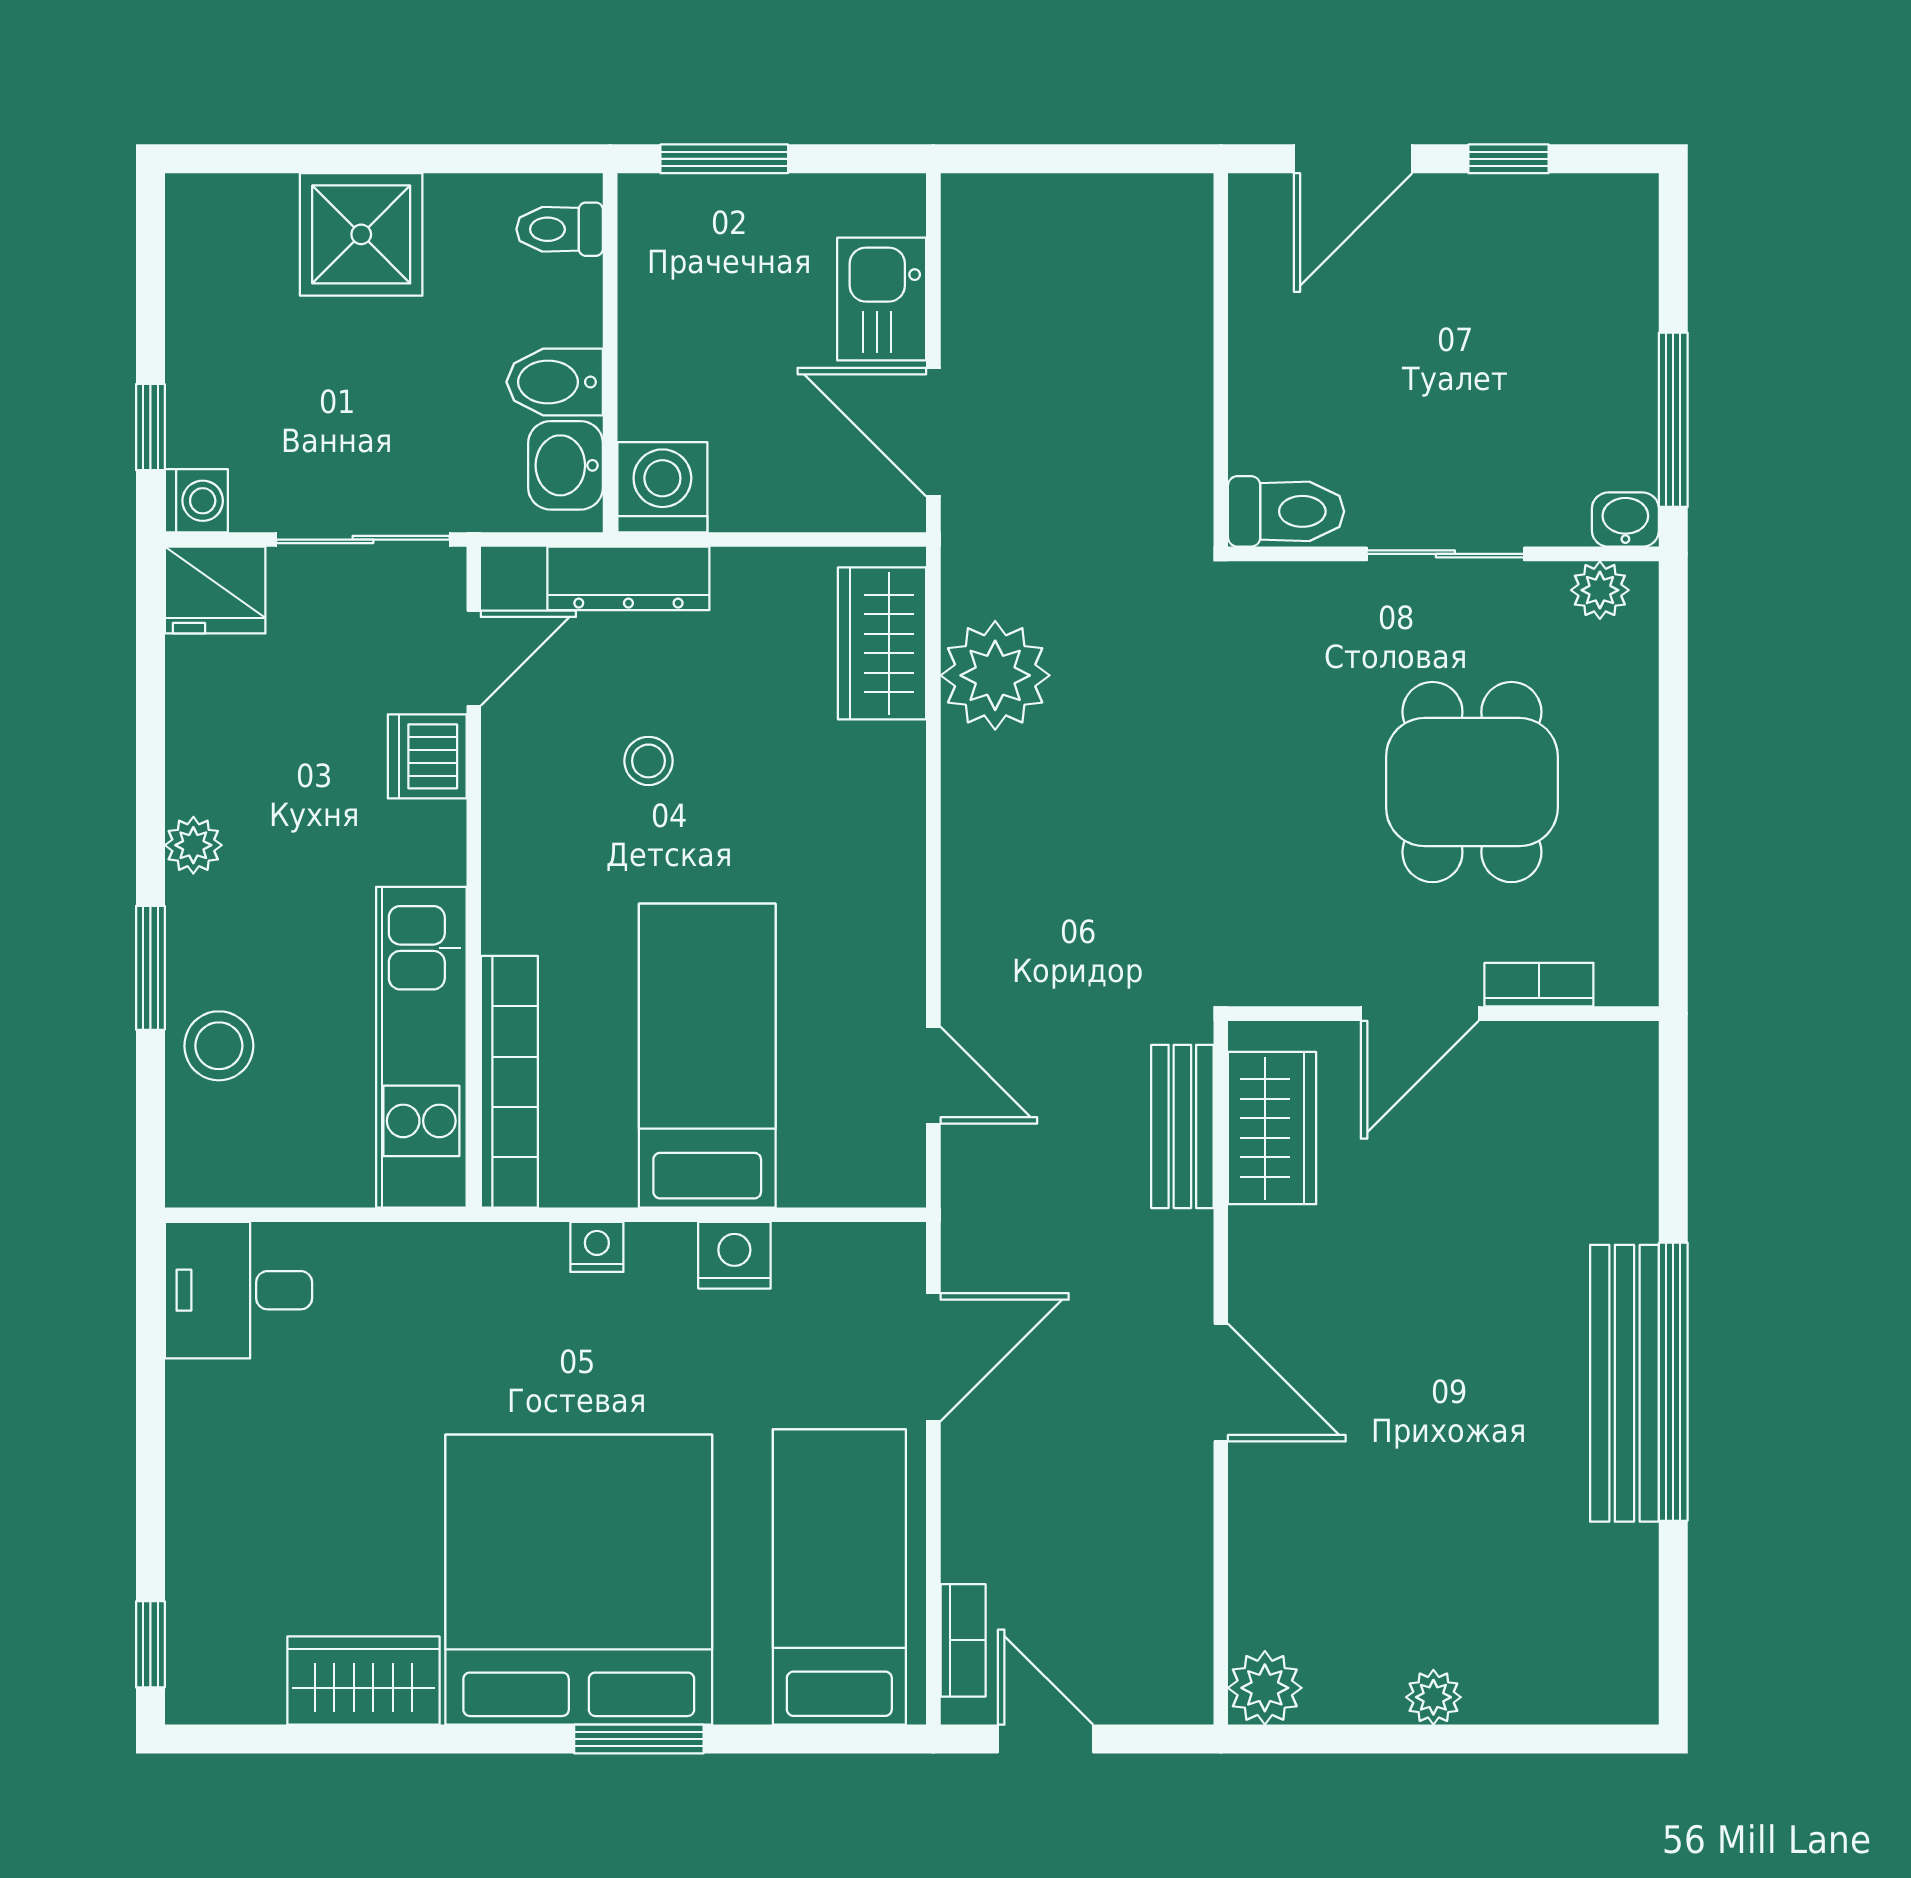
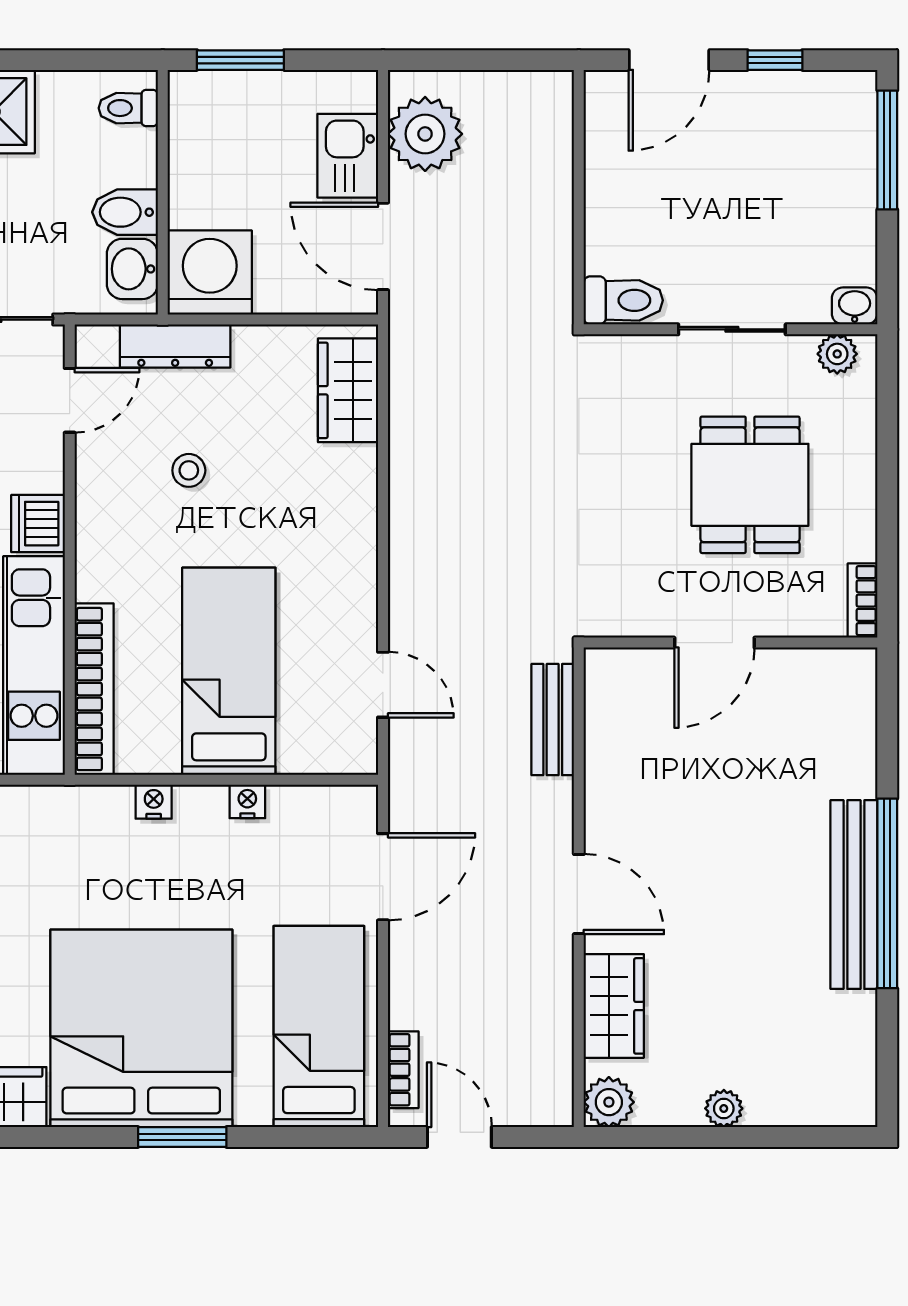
window: (1673, 420) -> (887, 150), moved
washing machine: (662, 487) -> (210, 272), width x1.37, depth x1.37
plant: (995, 675) -> (425, 134), moved
dishwasher: (427, 756) -> (38, 524), moved
bookcase: (1539, 985) -> (863, 601), moved, turned -90
wardrobe: (1272, 1128) -> (614, 1006), moved
nightstand: (734, 1255) -> (247, 801), width x0.72, depth x0.74

